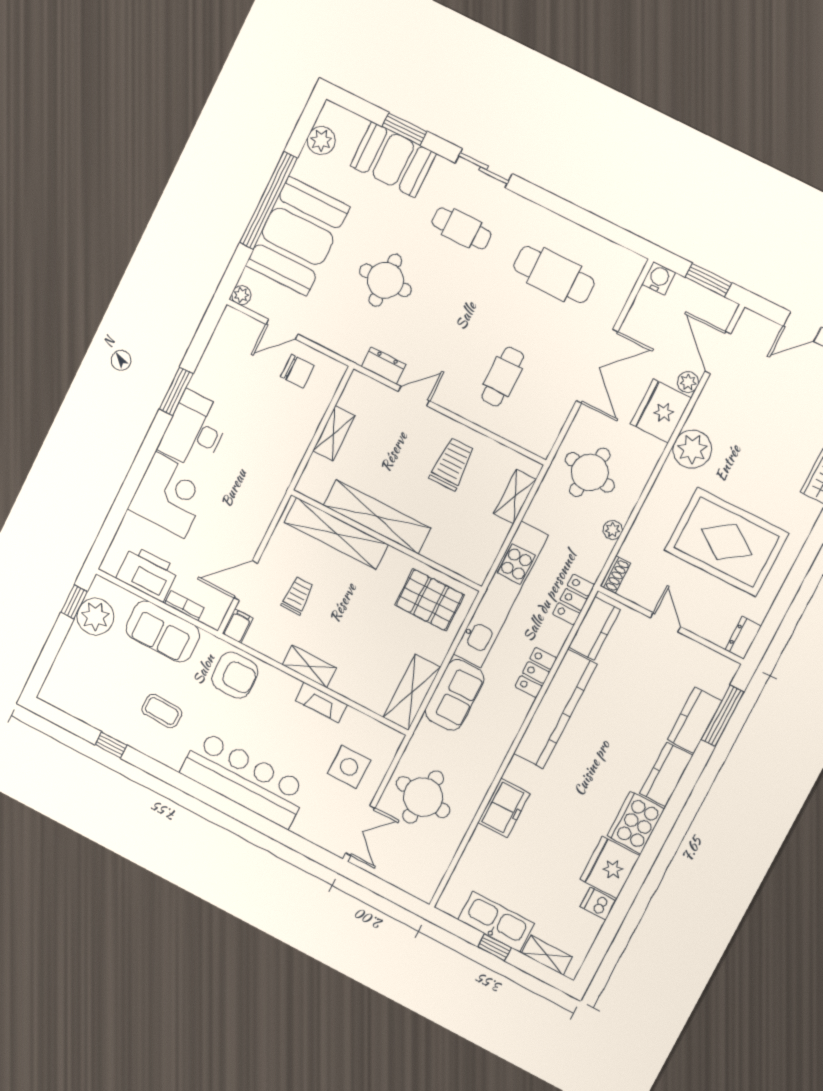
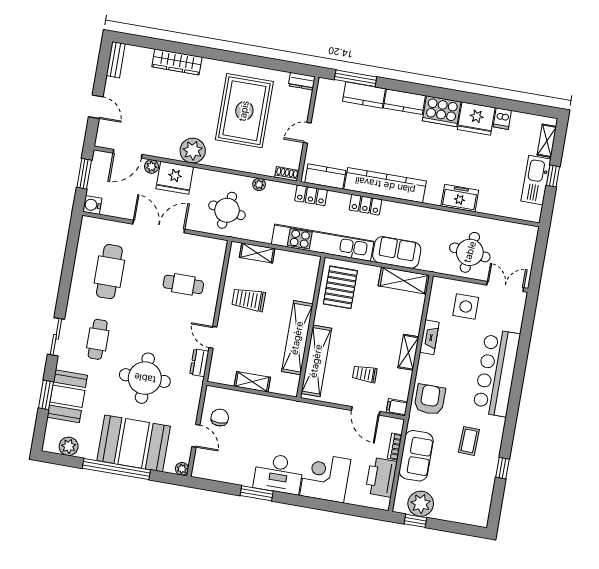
round table: (385, 280) -> (145, 378), width x1.36, depth x1.36

